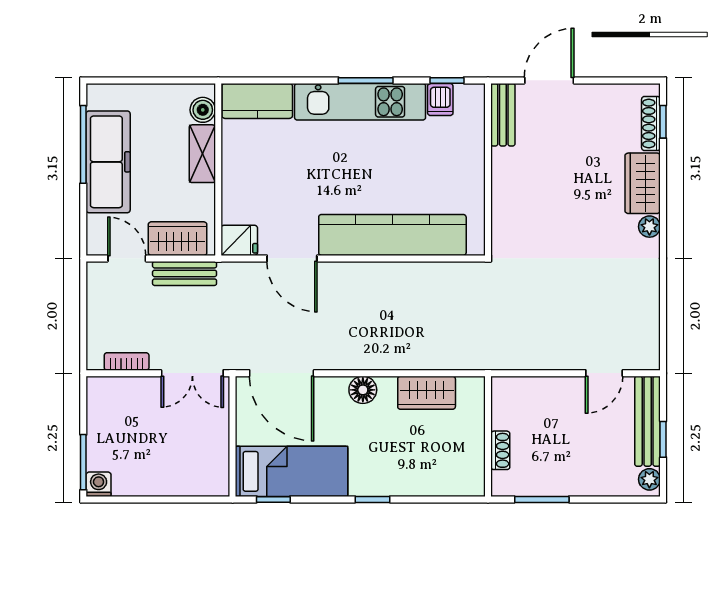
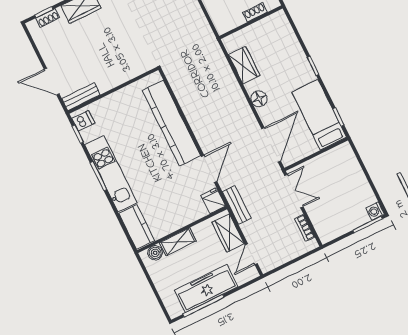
dishwasher: (440, 100) -> (83, 121), moved
shoe rack: (651, 123) -> (48, 18), width x0.70
bench: (185, 273) -> (237, 205), moved

